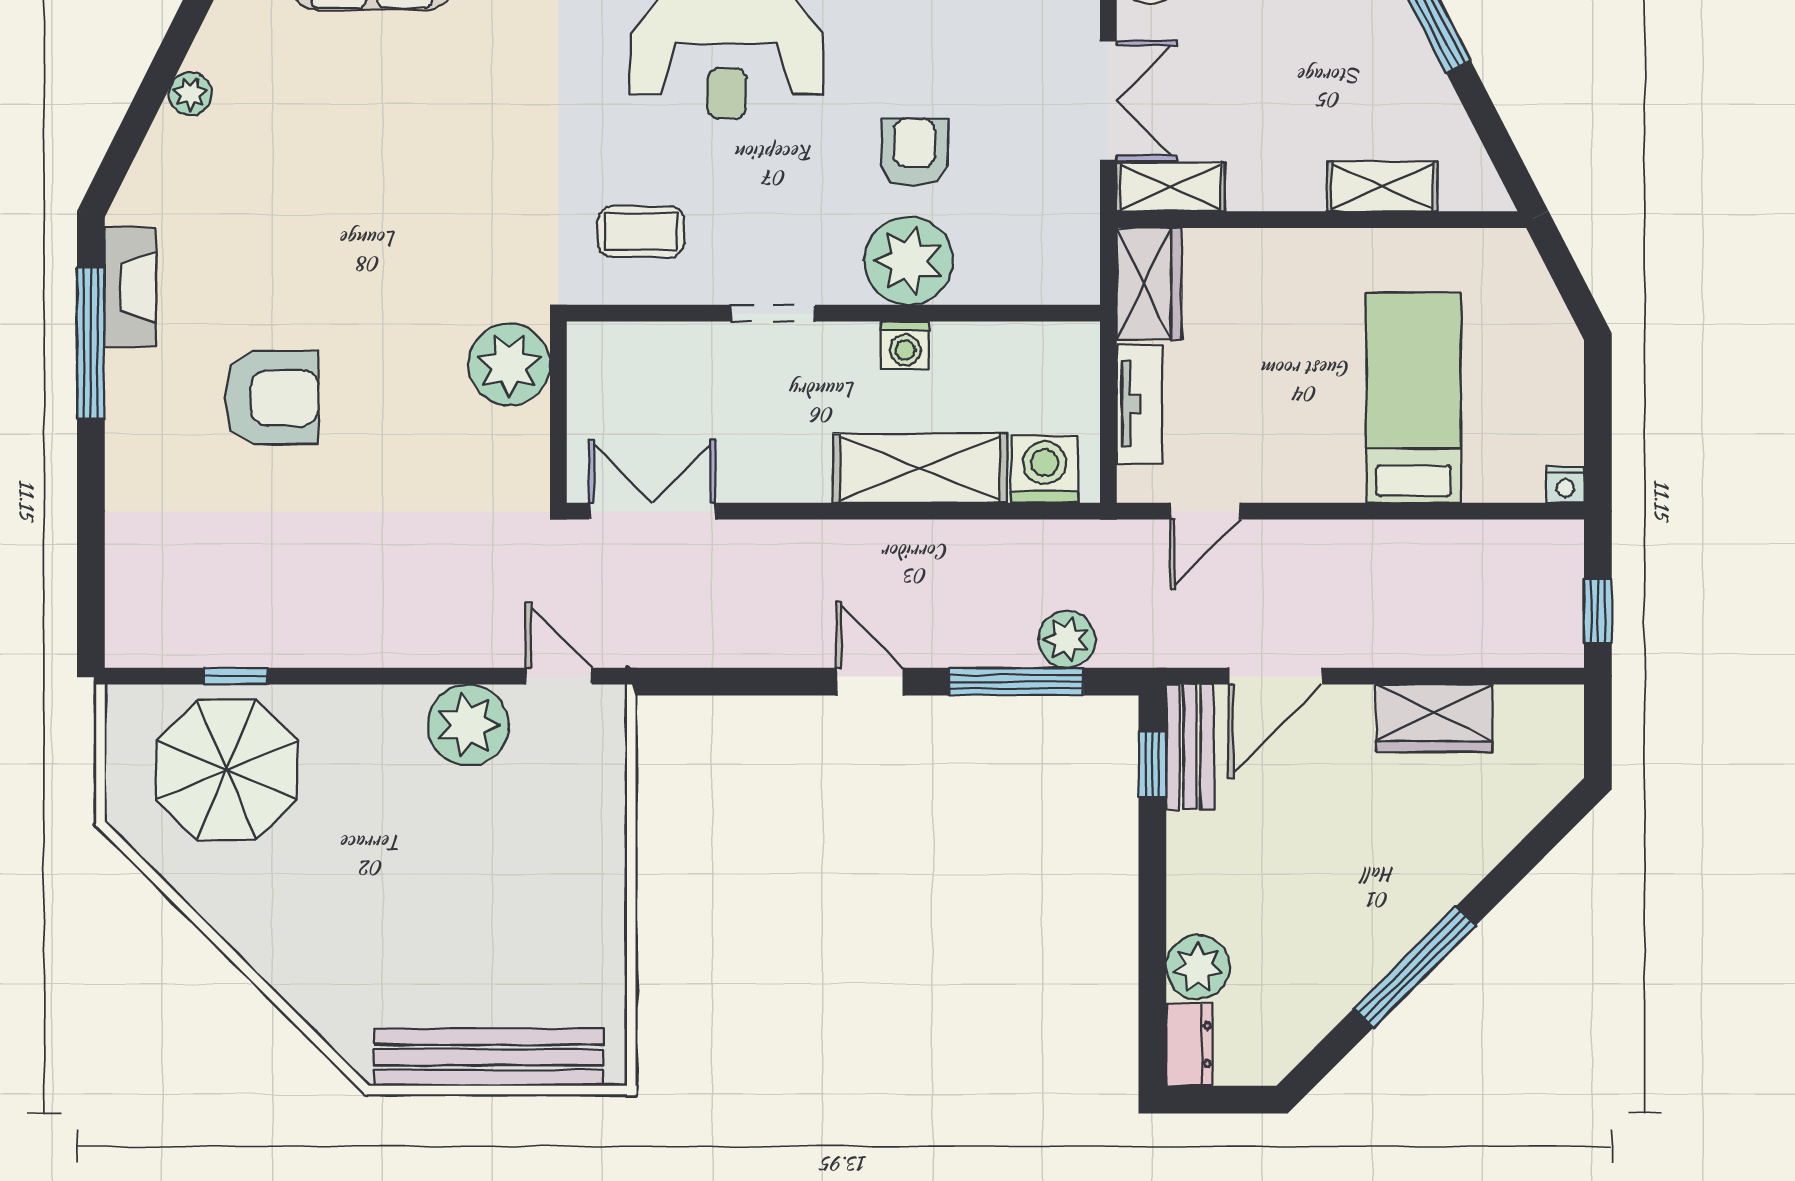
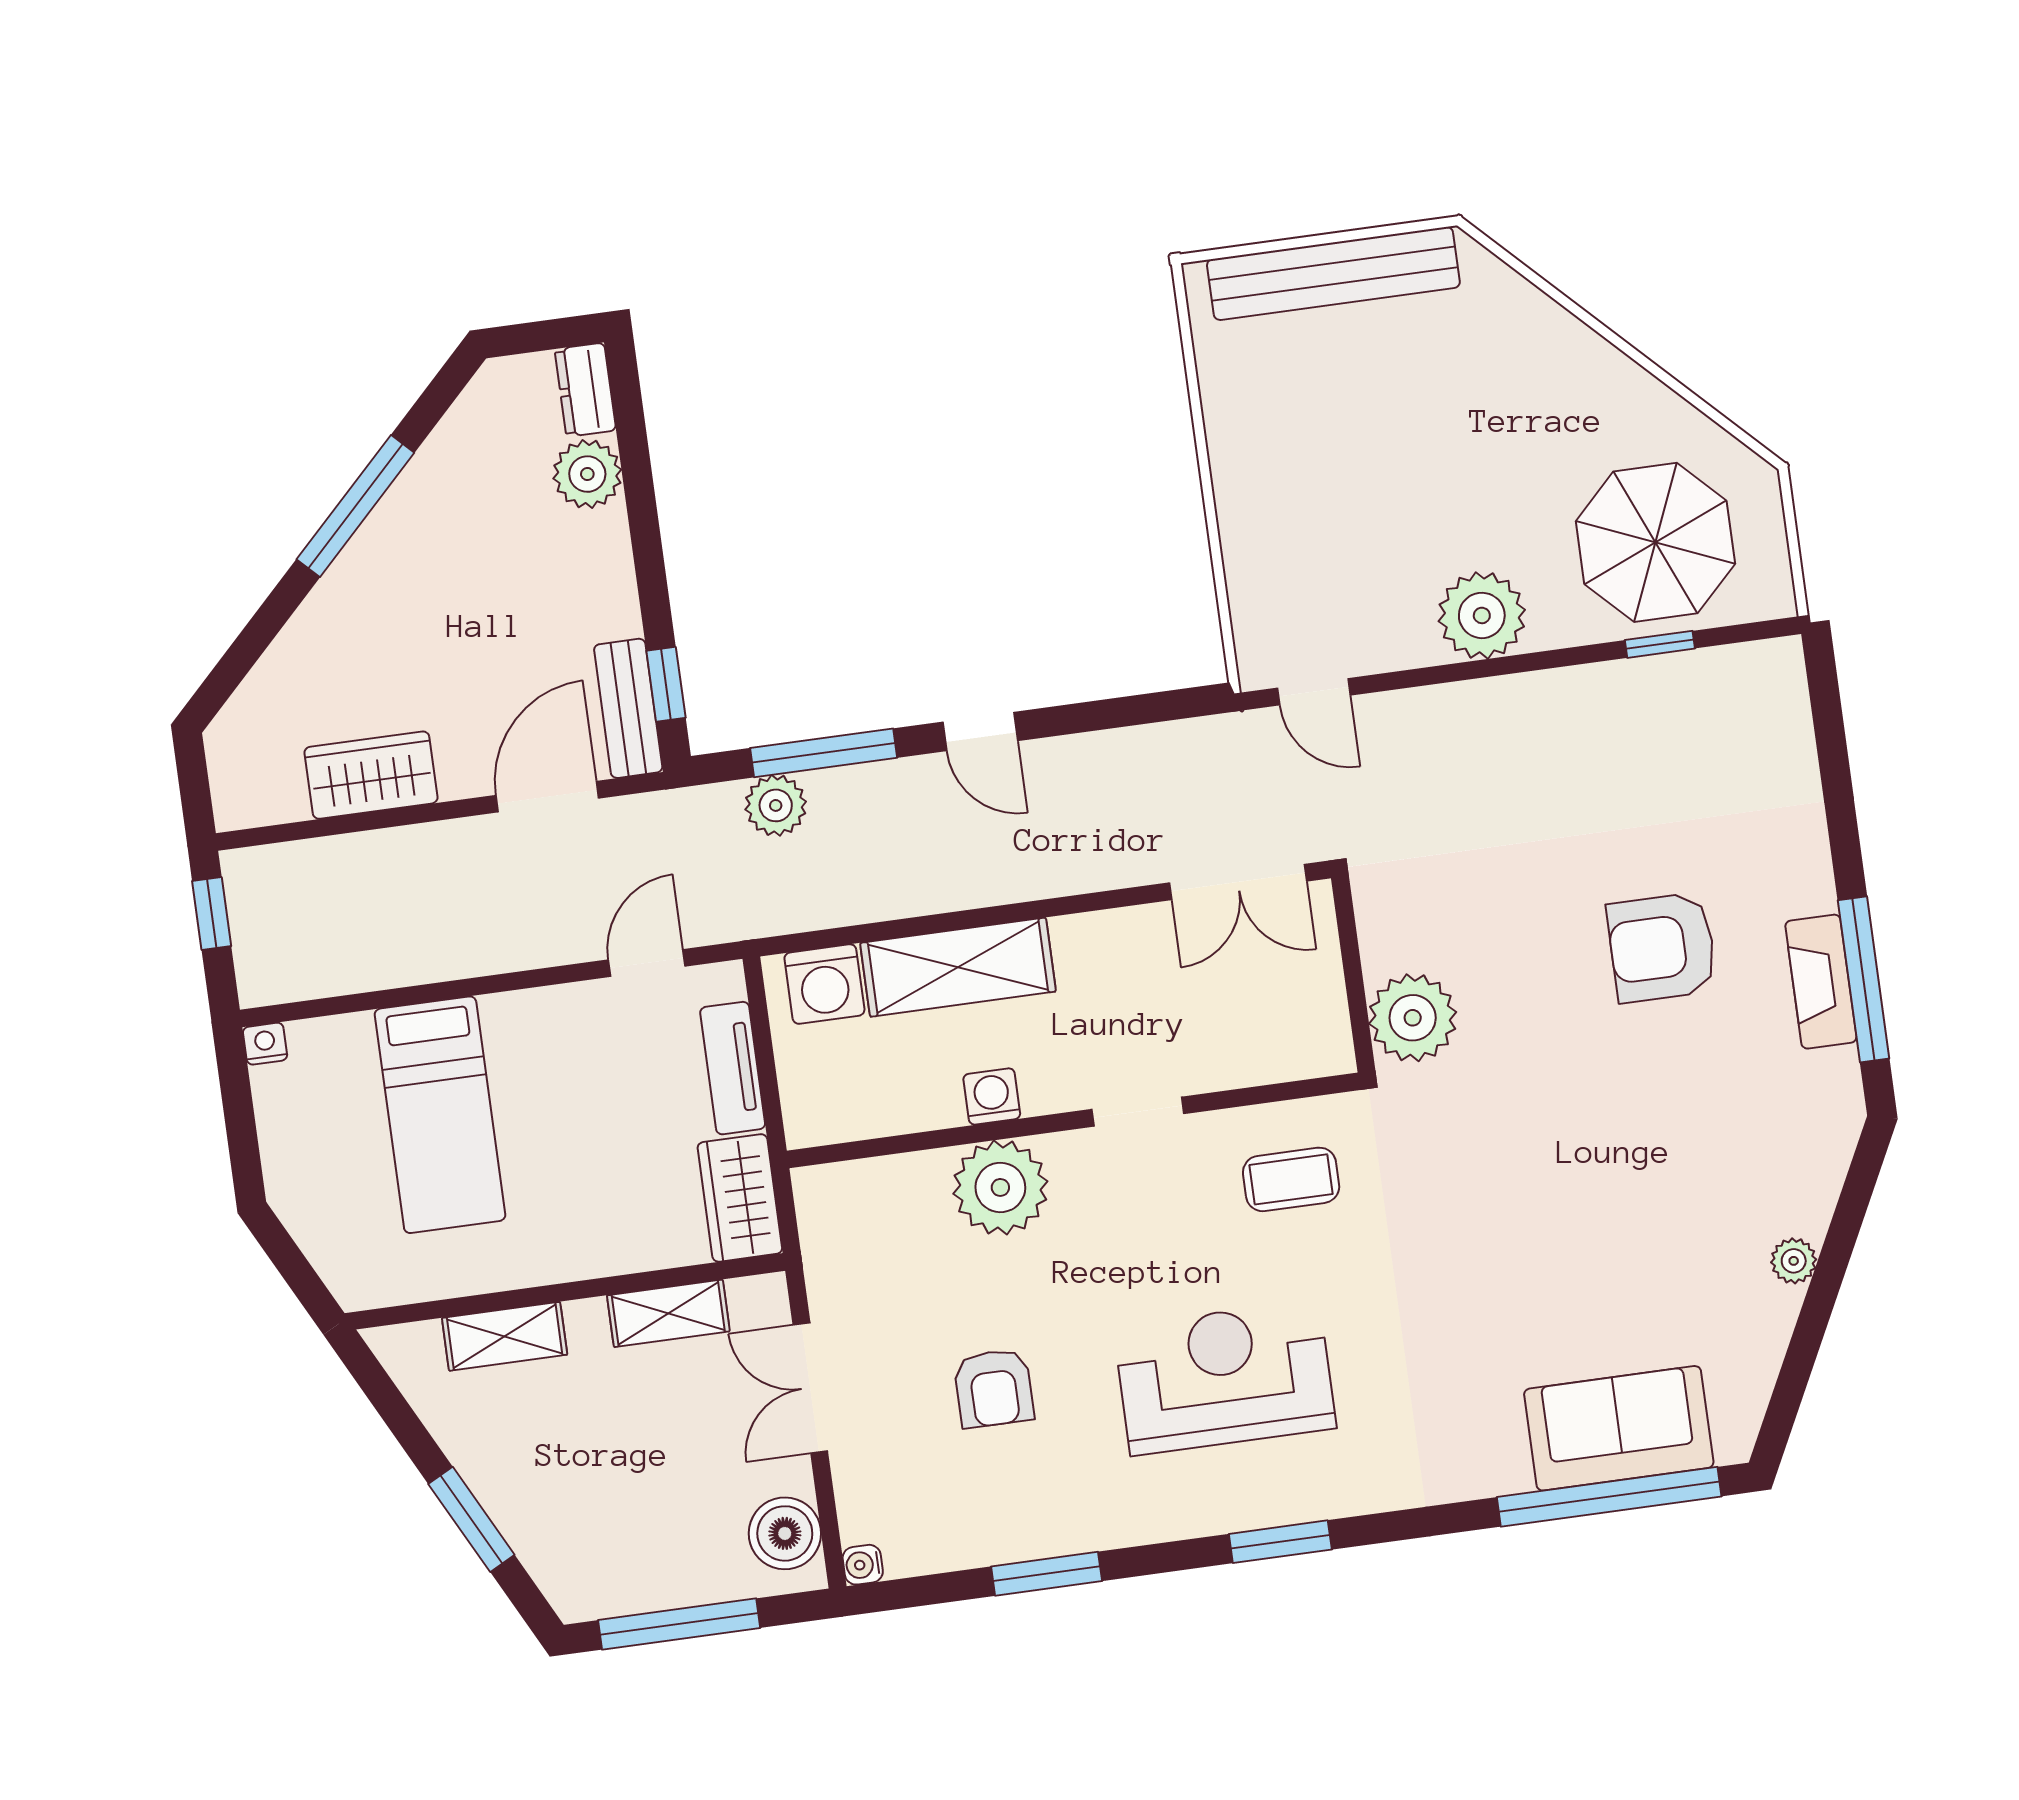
armchair: (914, 152) -> (994, 1388), moved
shelving: (1171, 187) -> (668, 1313), moved
fireplace: (130, 287) -> (1821, 982), moved
plant: (468, 725) -> (1482, 615), moved

